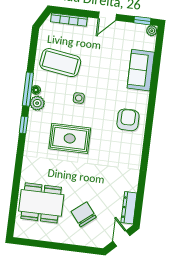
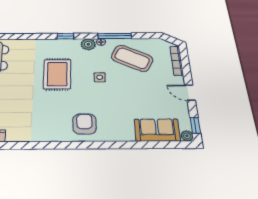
coffee table: (60, 63) -> (132, 58), turned -71
sofa: (141, 70) -> (157, 130), moved
window: (28, 89) -> (115, 36), moved
armchair: (128, 120) -> (84, 124), turned -90

